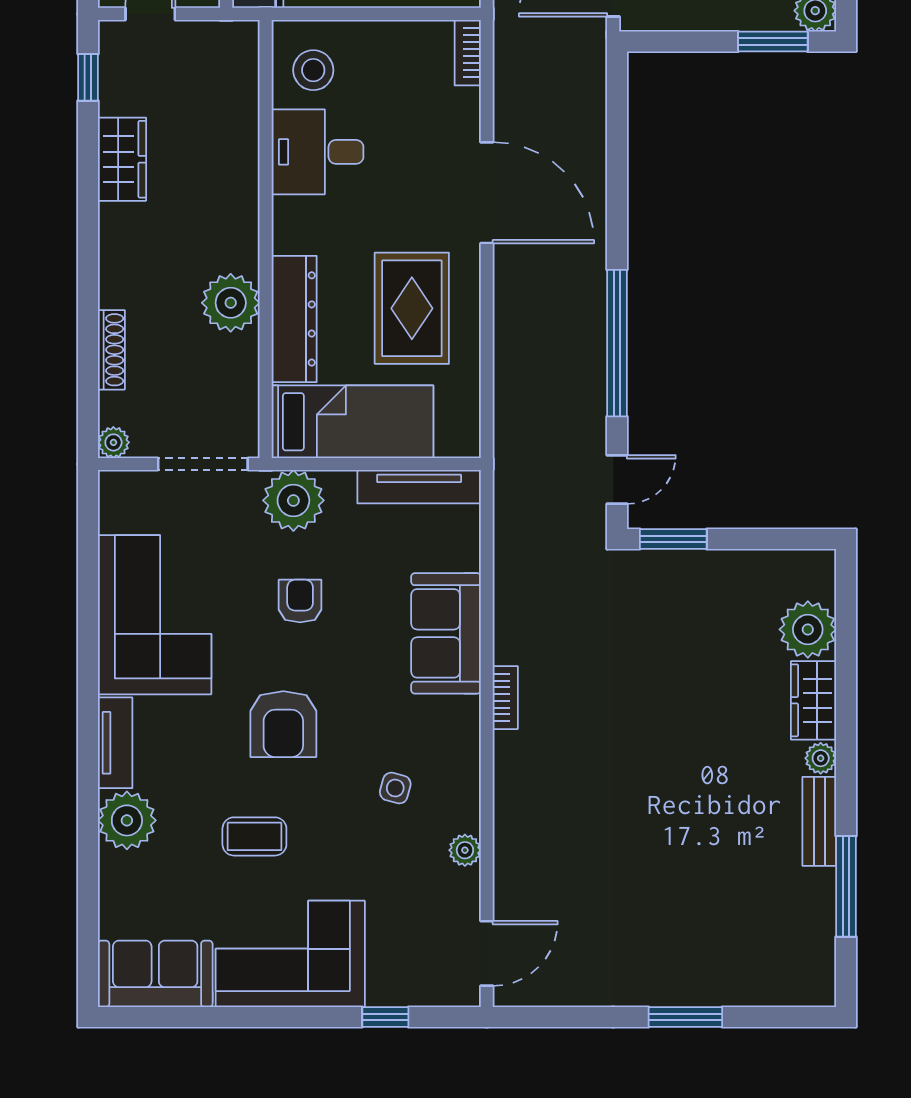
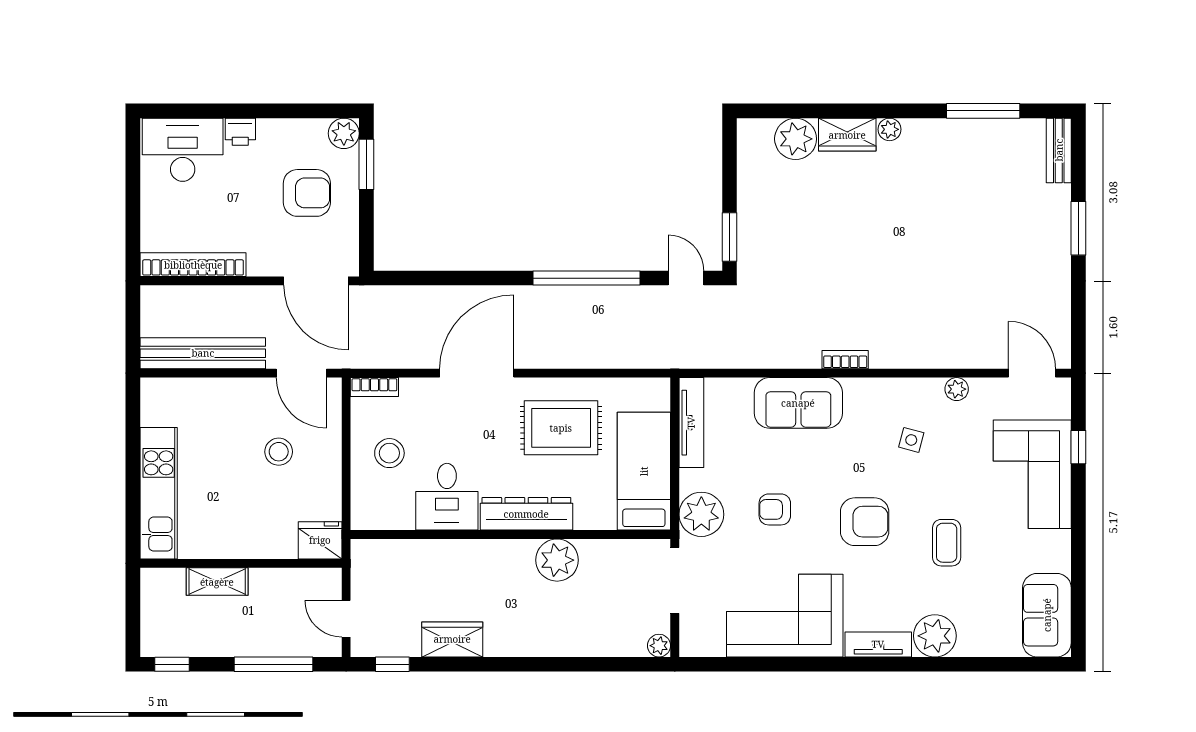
stool: (313, 70) -> (389, 453), moved
dresser: (294, 319) -> (526, 514), moved
shoe rack: (111, 350) -> (591, 647), removed
bench: (819, 821) -> (1059, 150), moved, turned 90
corner sofa: (290, 954) -> (1032, 474), moved

